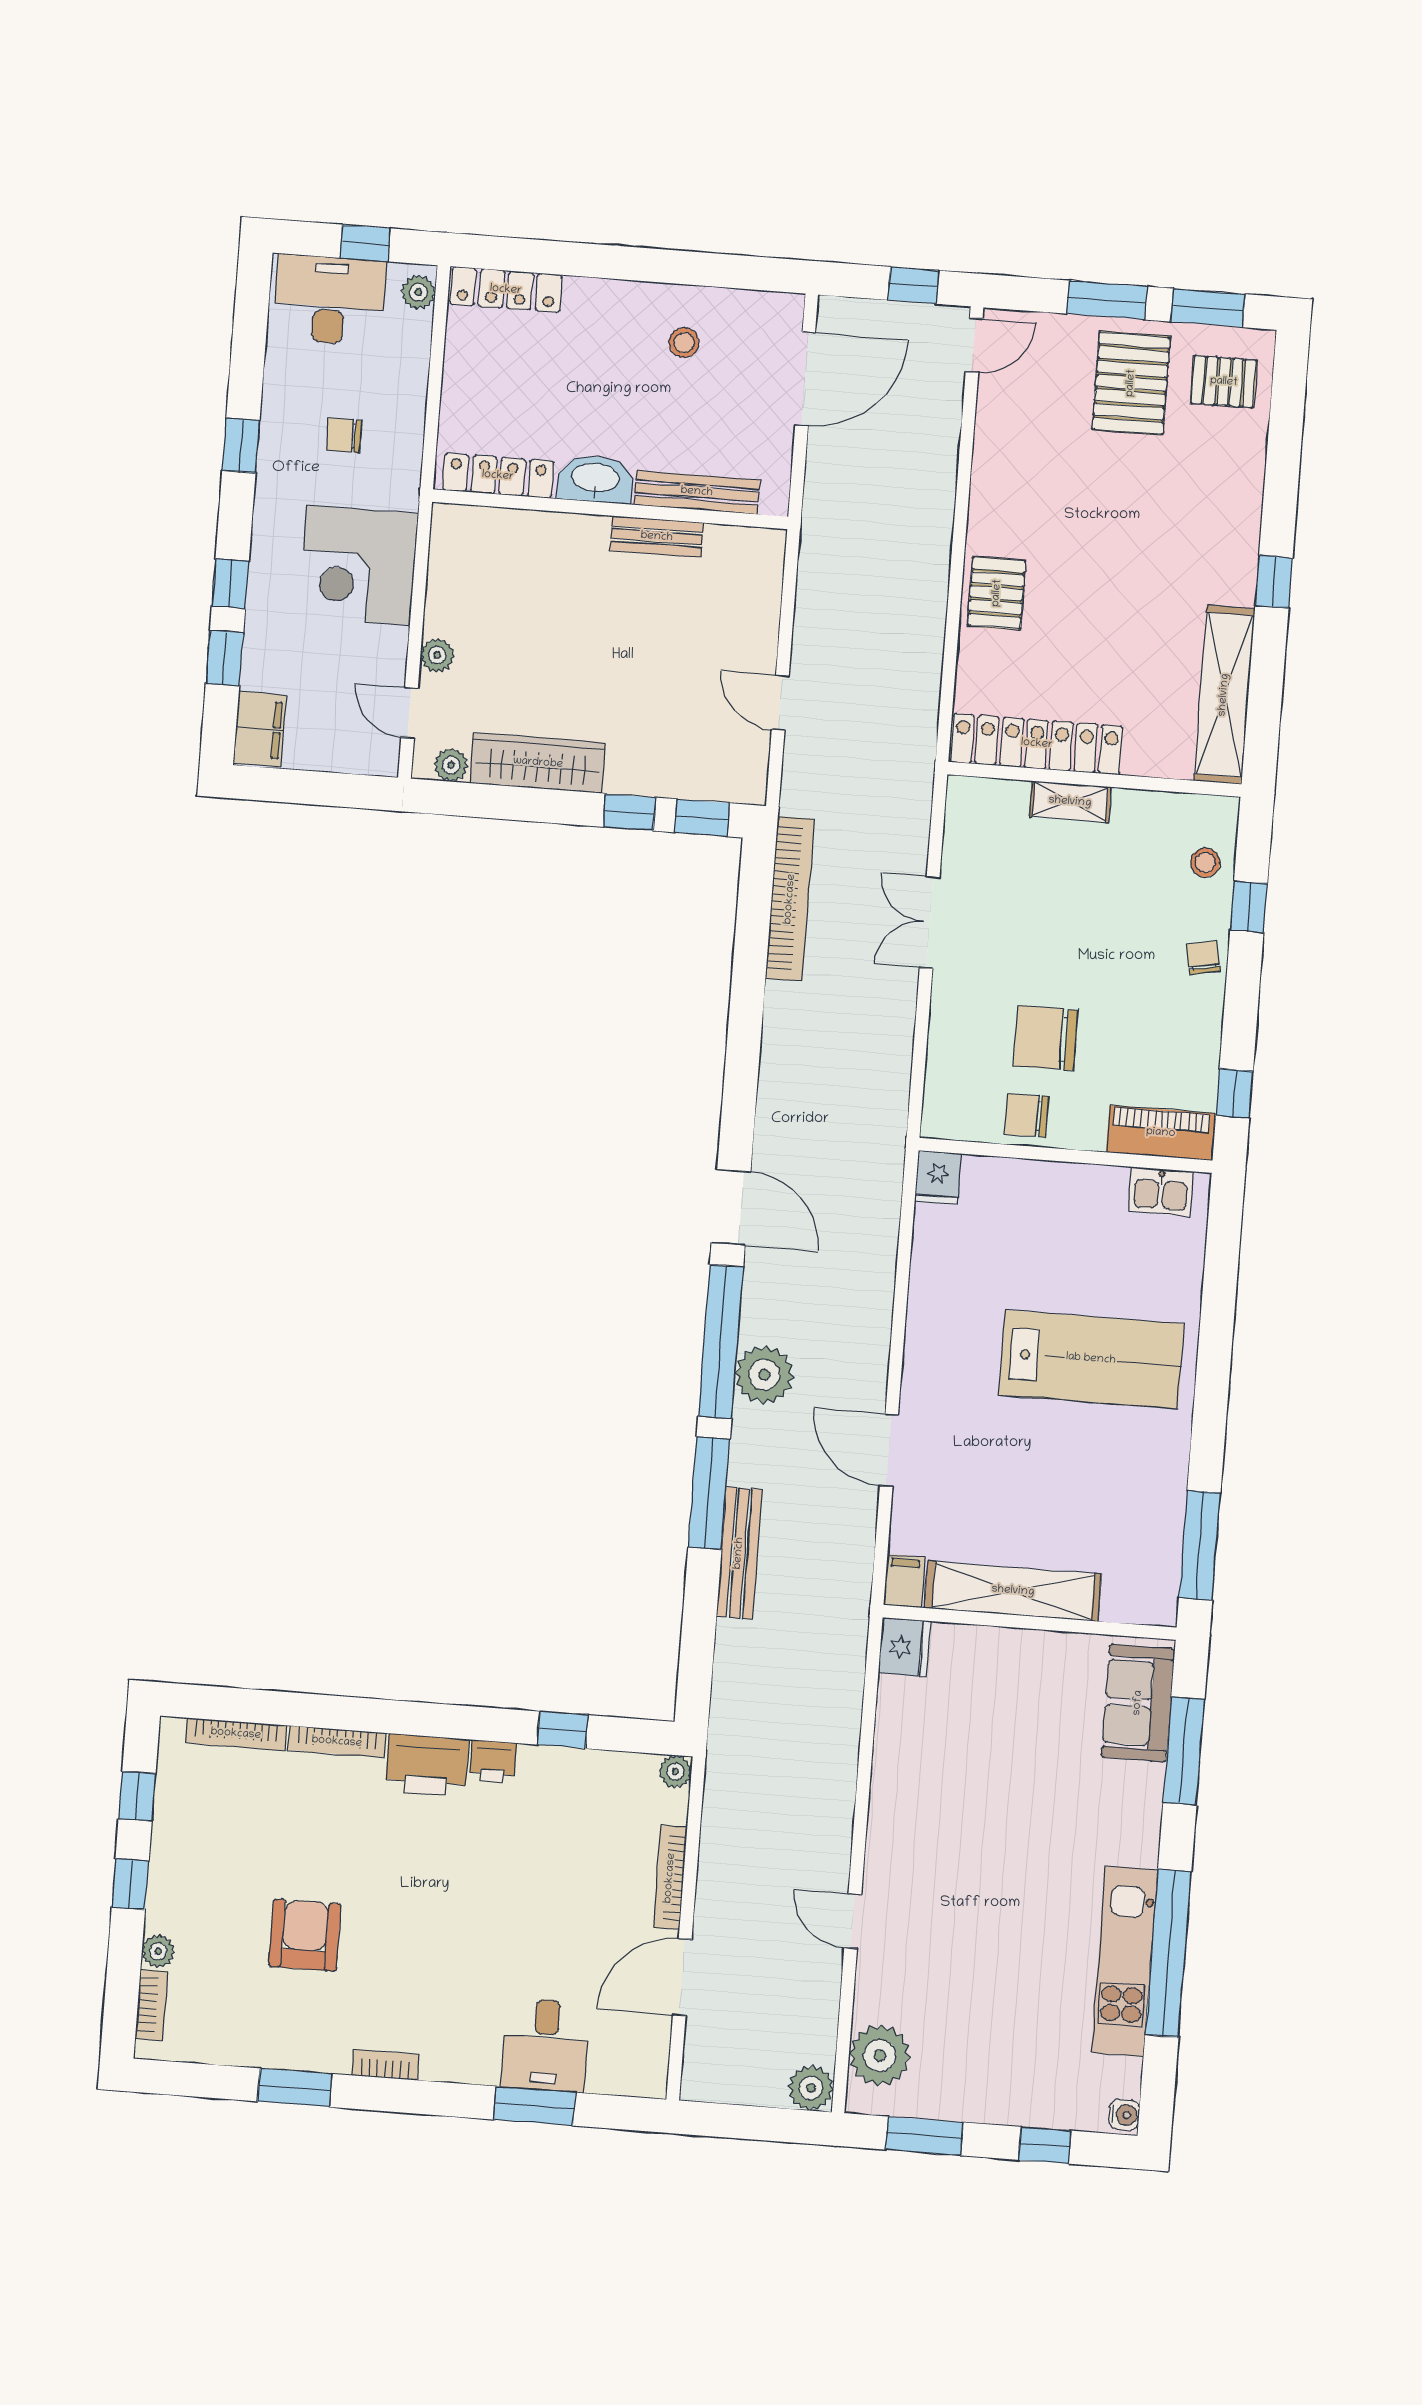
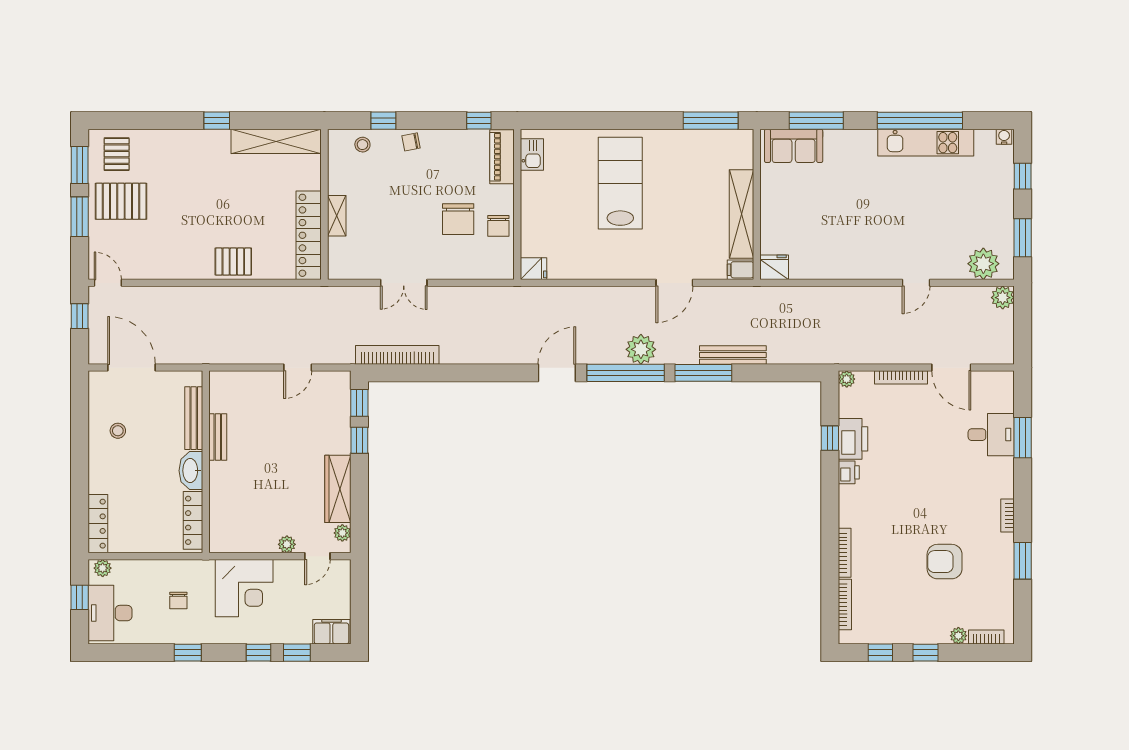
printer: (427, 1765) -> (853, 439), moved

